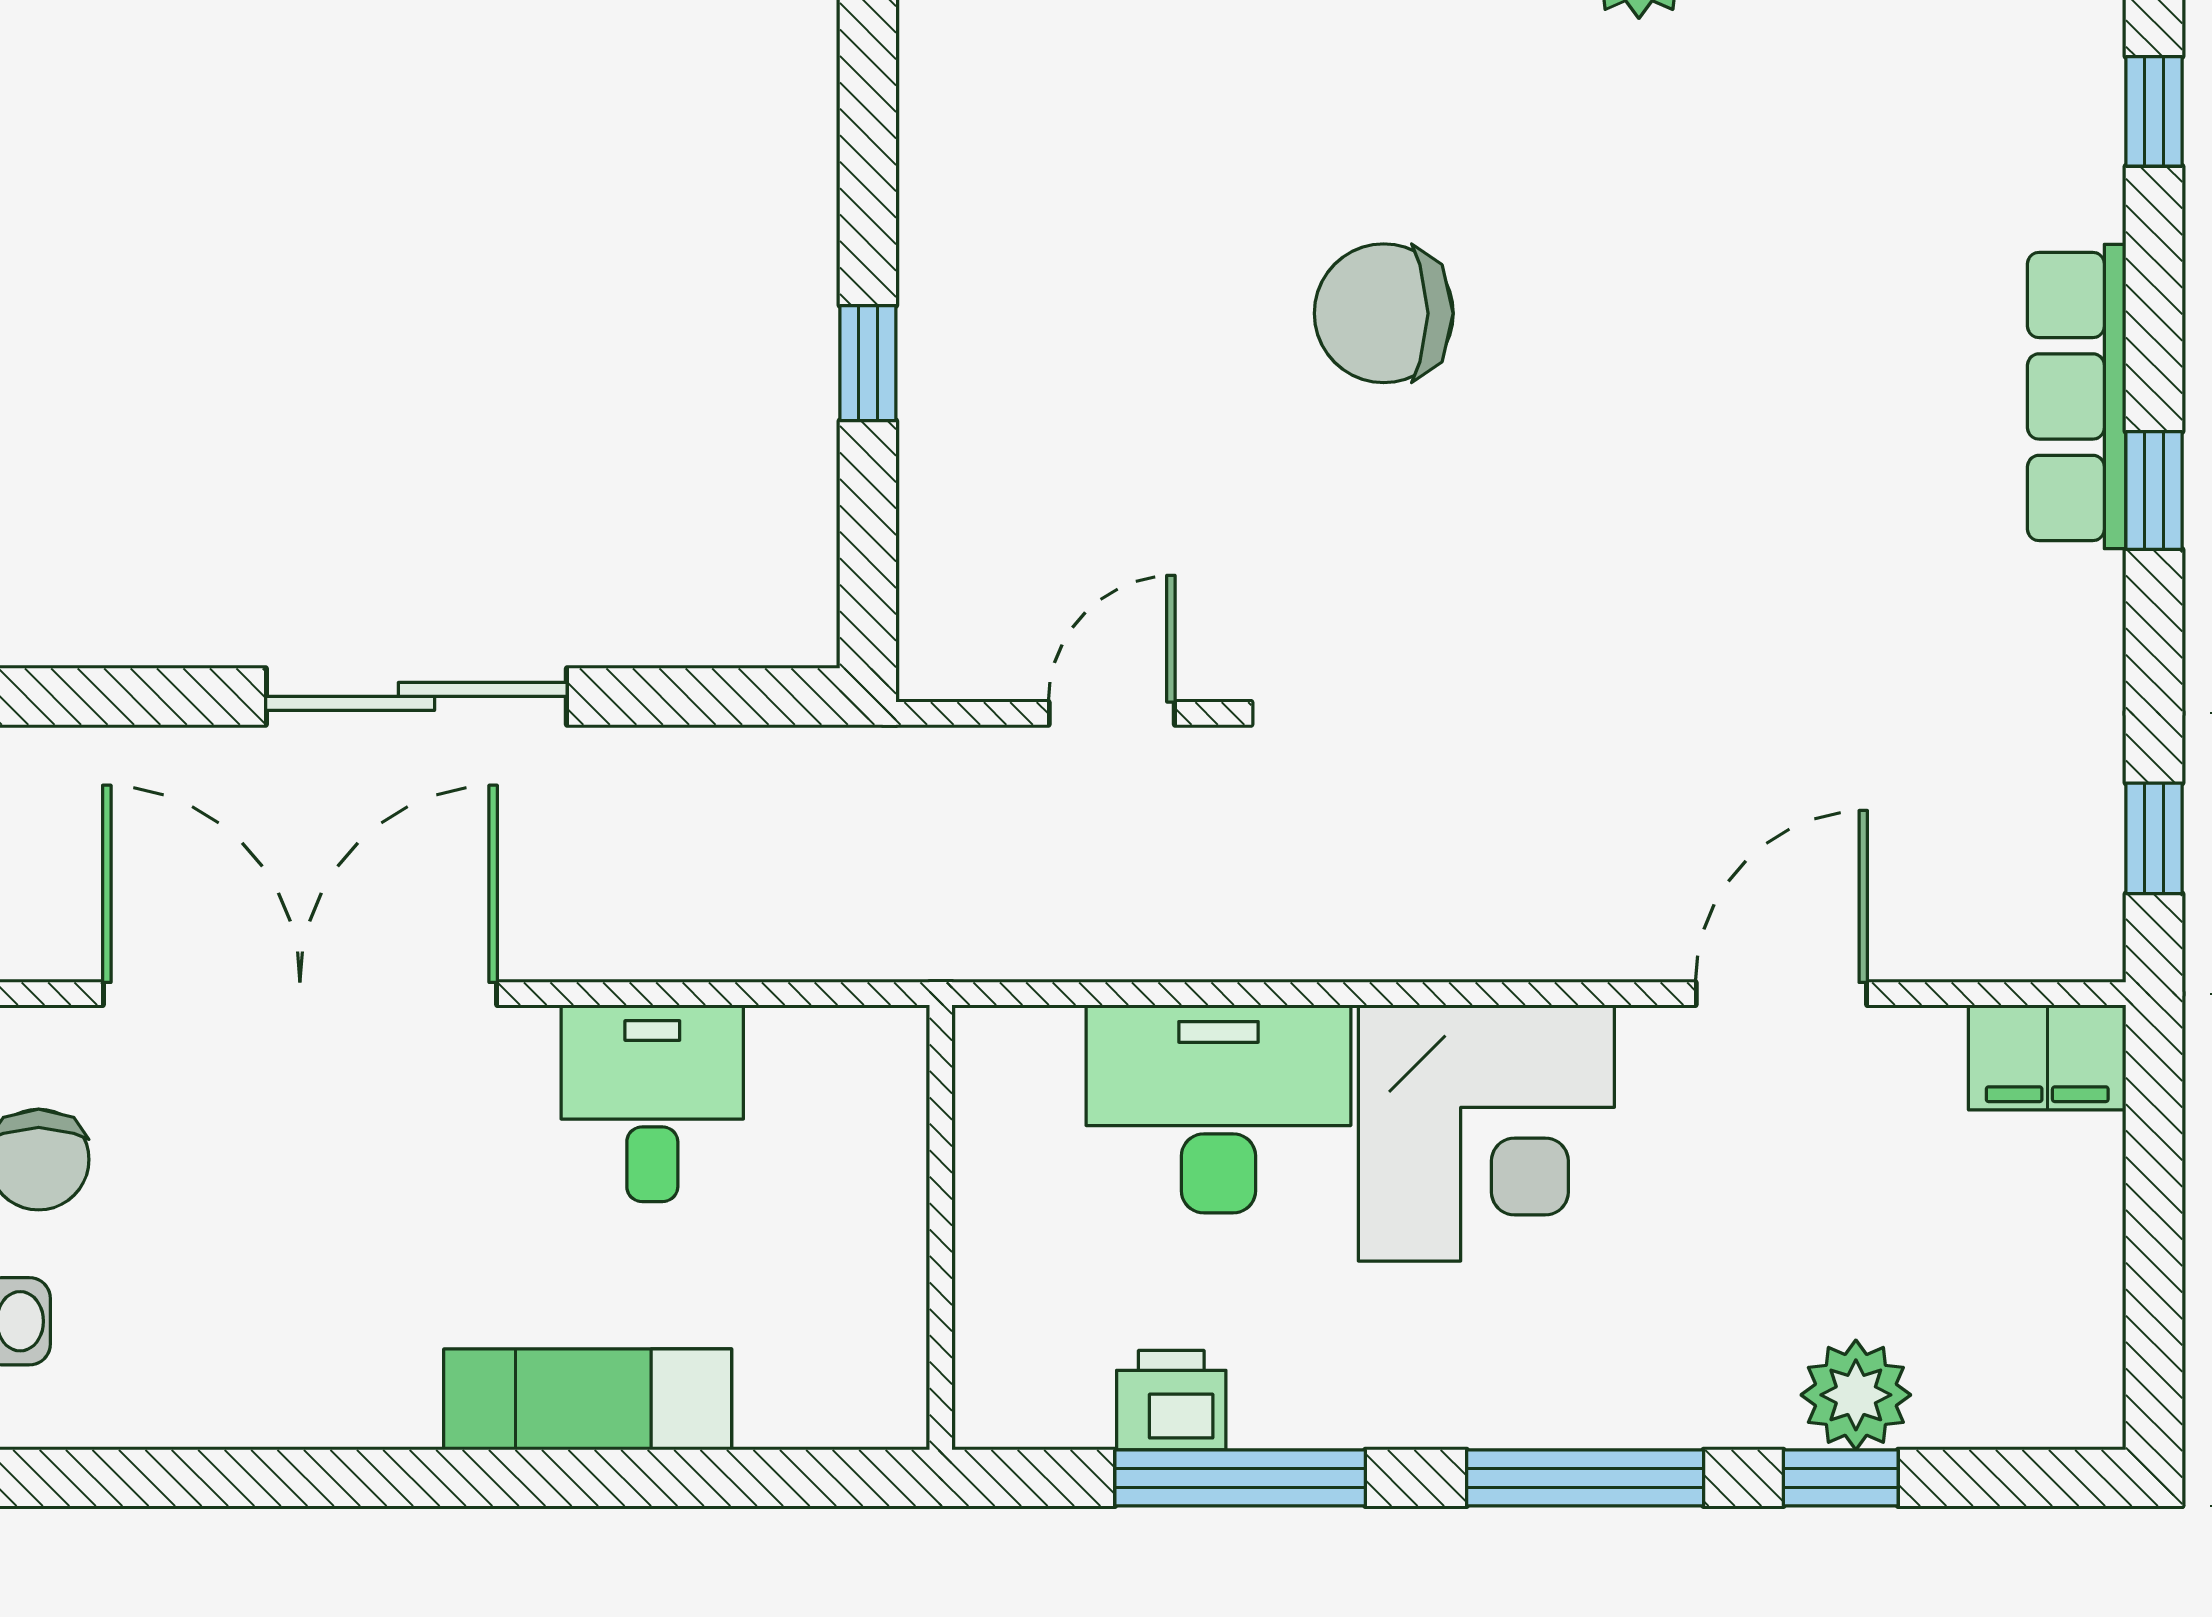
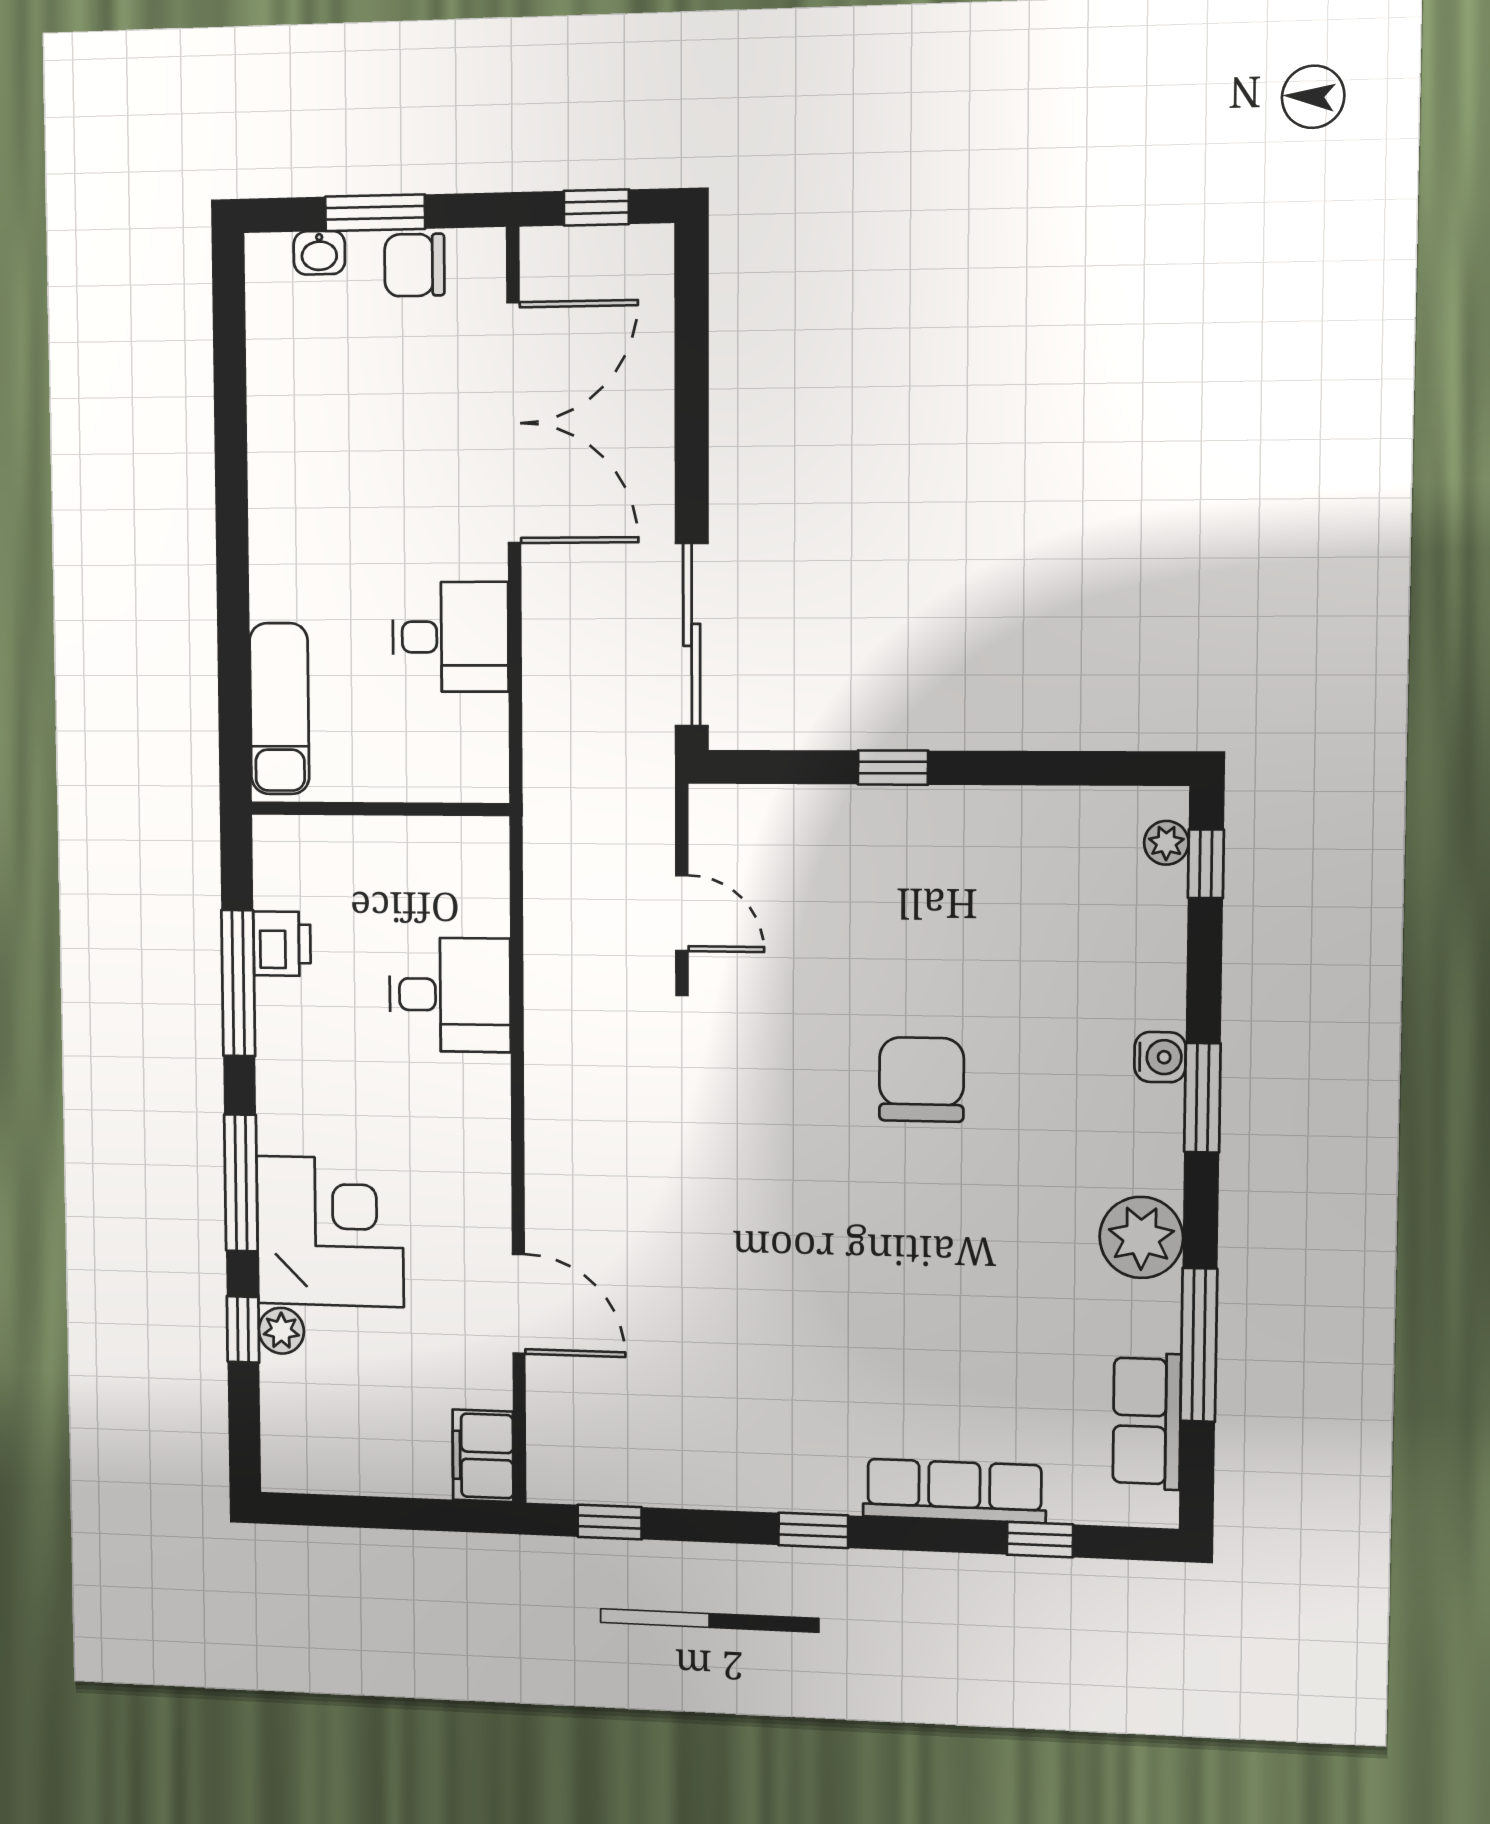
row of seats: (2077, 396) -> (954, 1491), moved
sliding door: (416, 696) -> (692, 635), moved
desk: (1218, 1109) -> (450, 995), width x0.73
corner desk: (1486, 1133) -> (330, 1231), moved, turned 180
plant: (1856, 1395) -> (281, 1331), width x0.73, depth x0.73
exam couch: (588, 1399) -> (279, 709), moved

